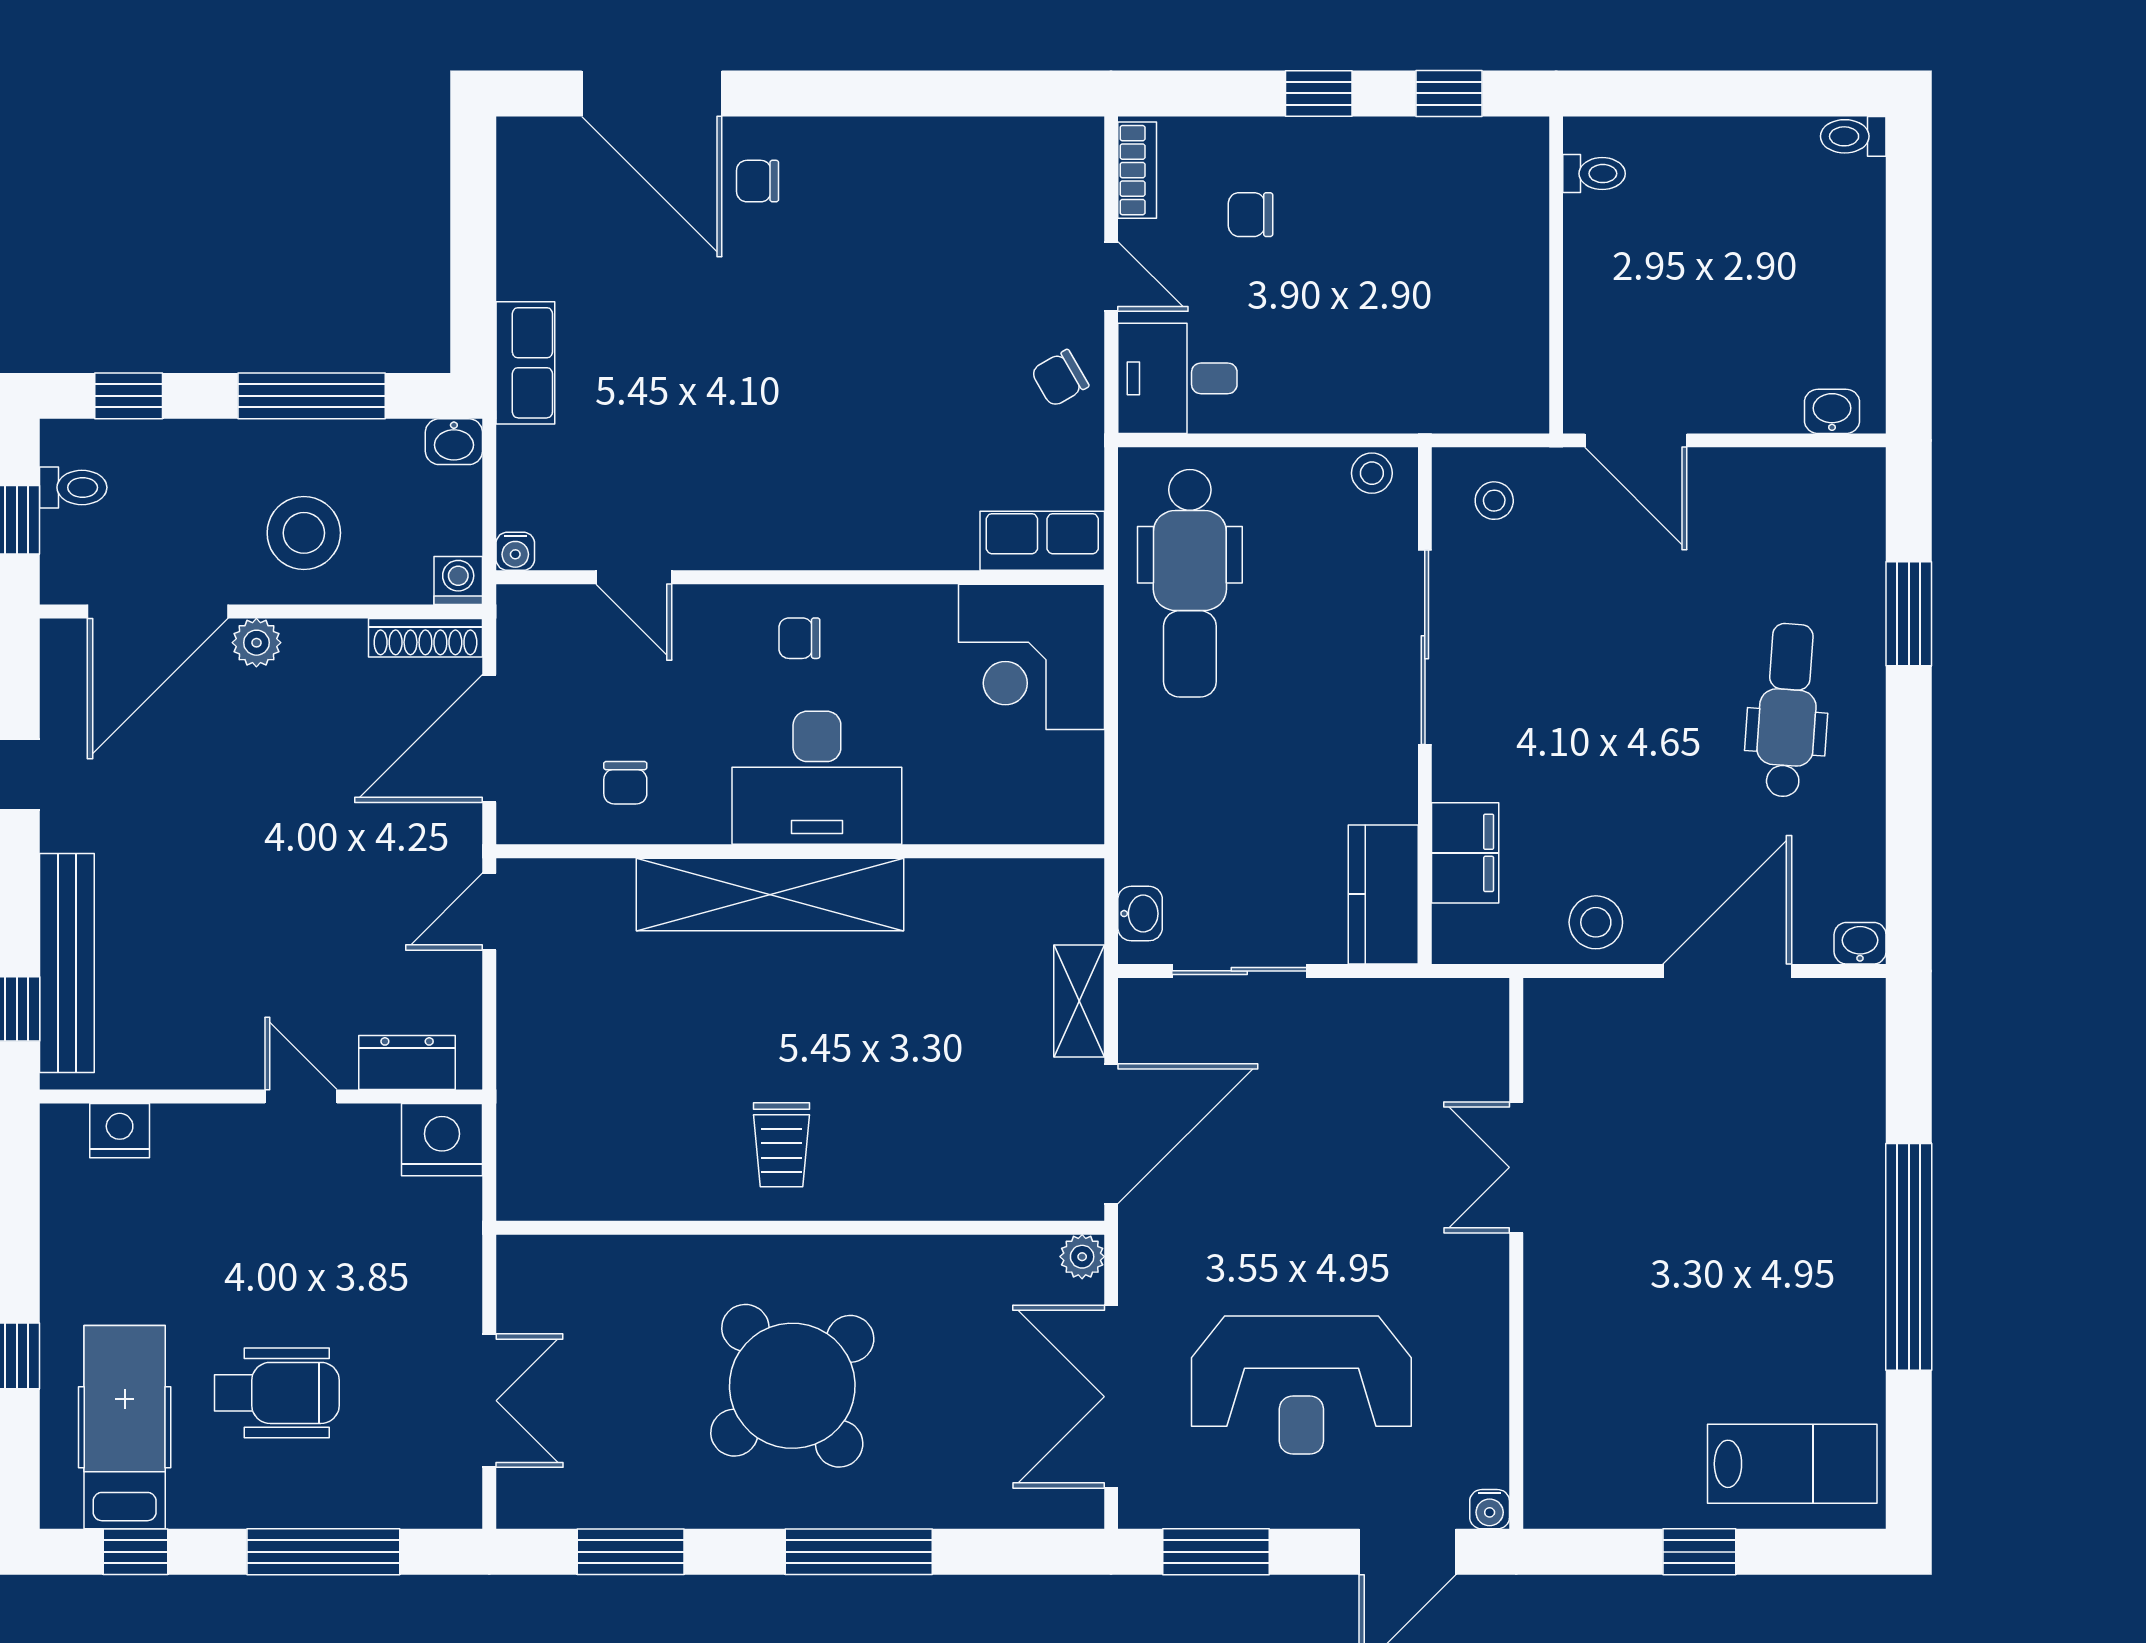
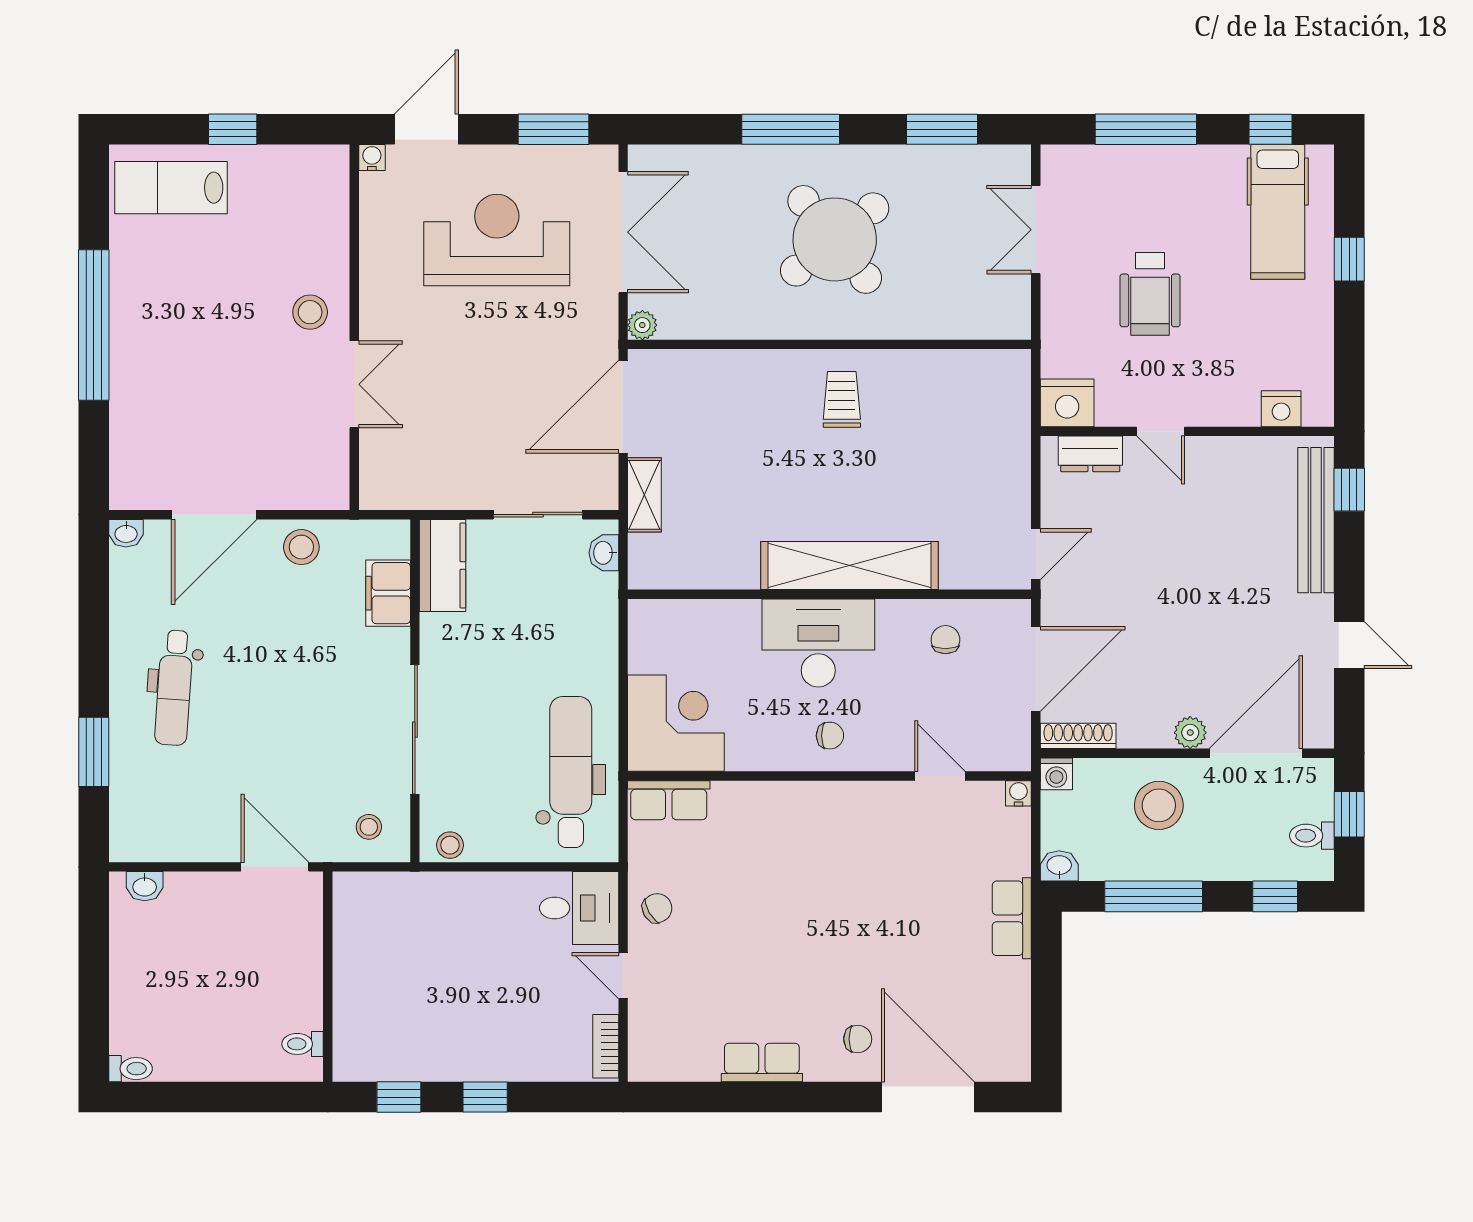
row of seats: (902, 146) -> (762, 1063), added
chair: (1251, 215) -> (531, 1017), removed
stool: (1583, 1276) -> (310, 312), added
wheelchair: (277, 1393) -> (1150, 294), moved, turned -90

